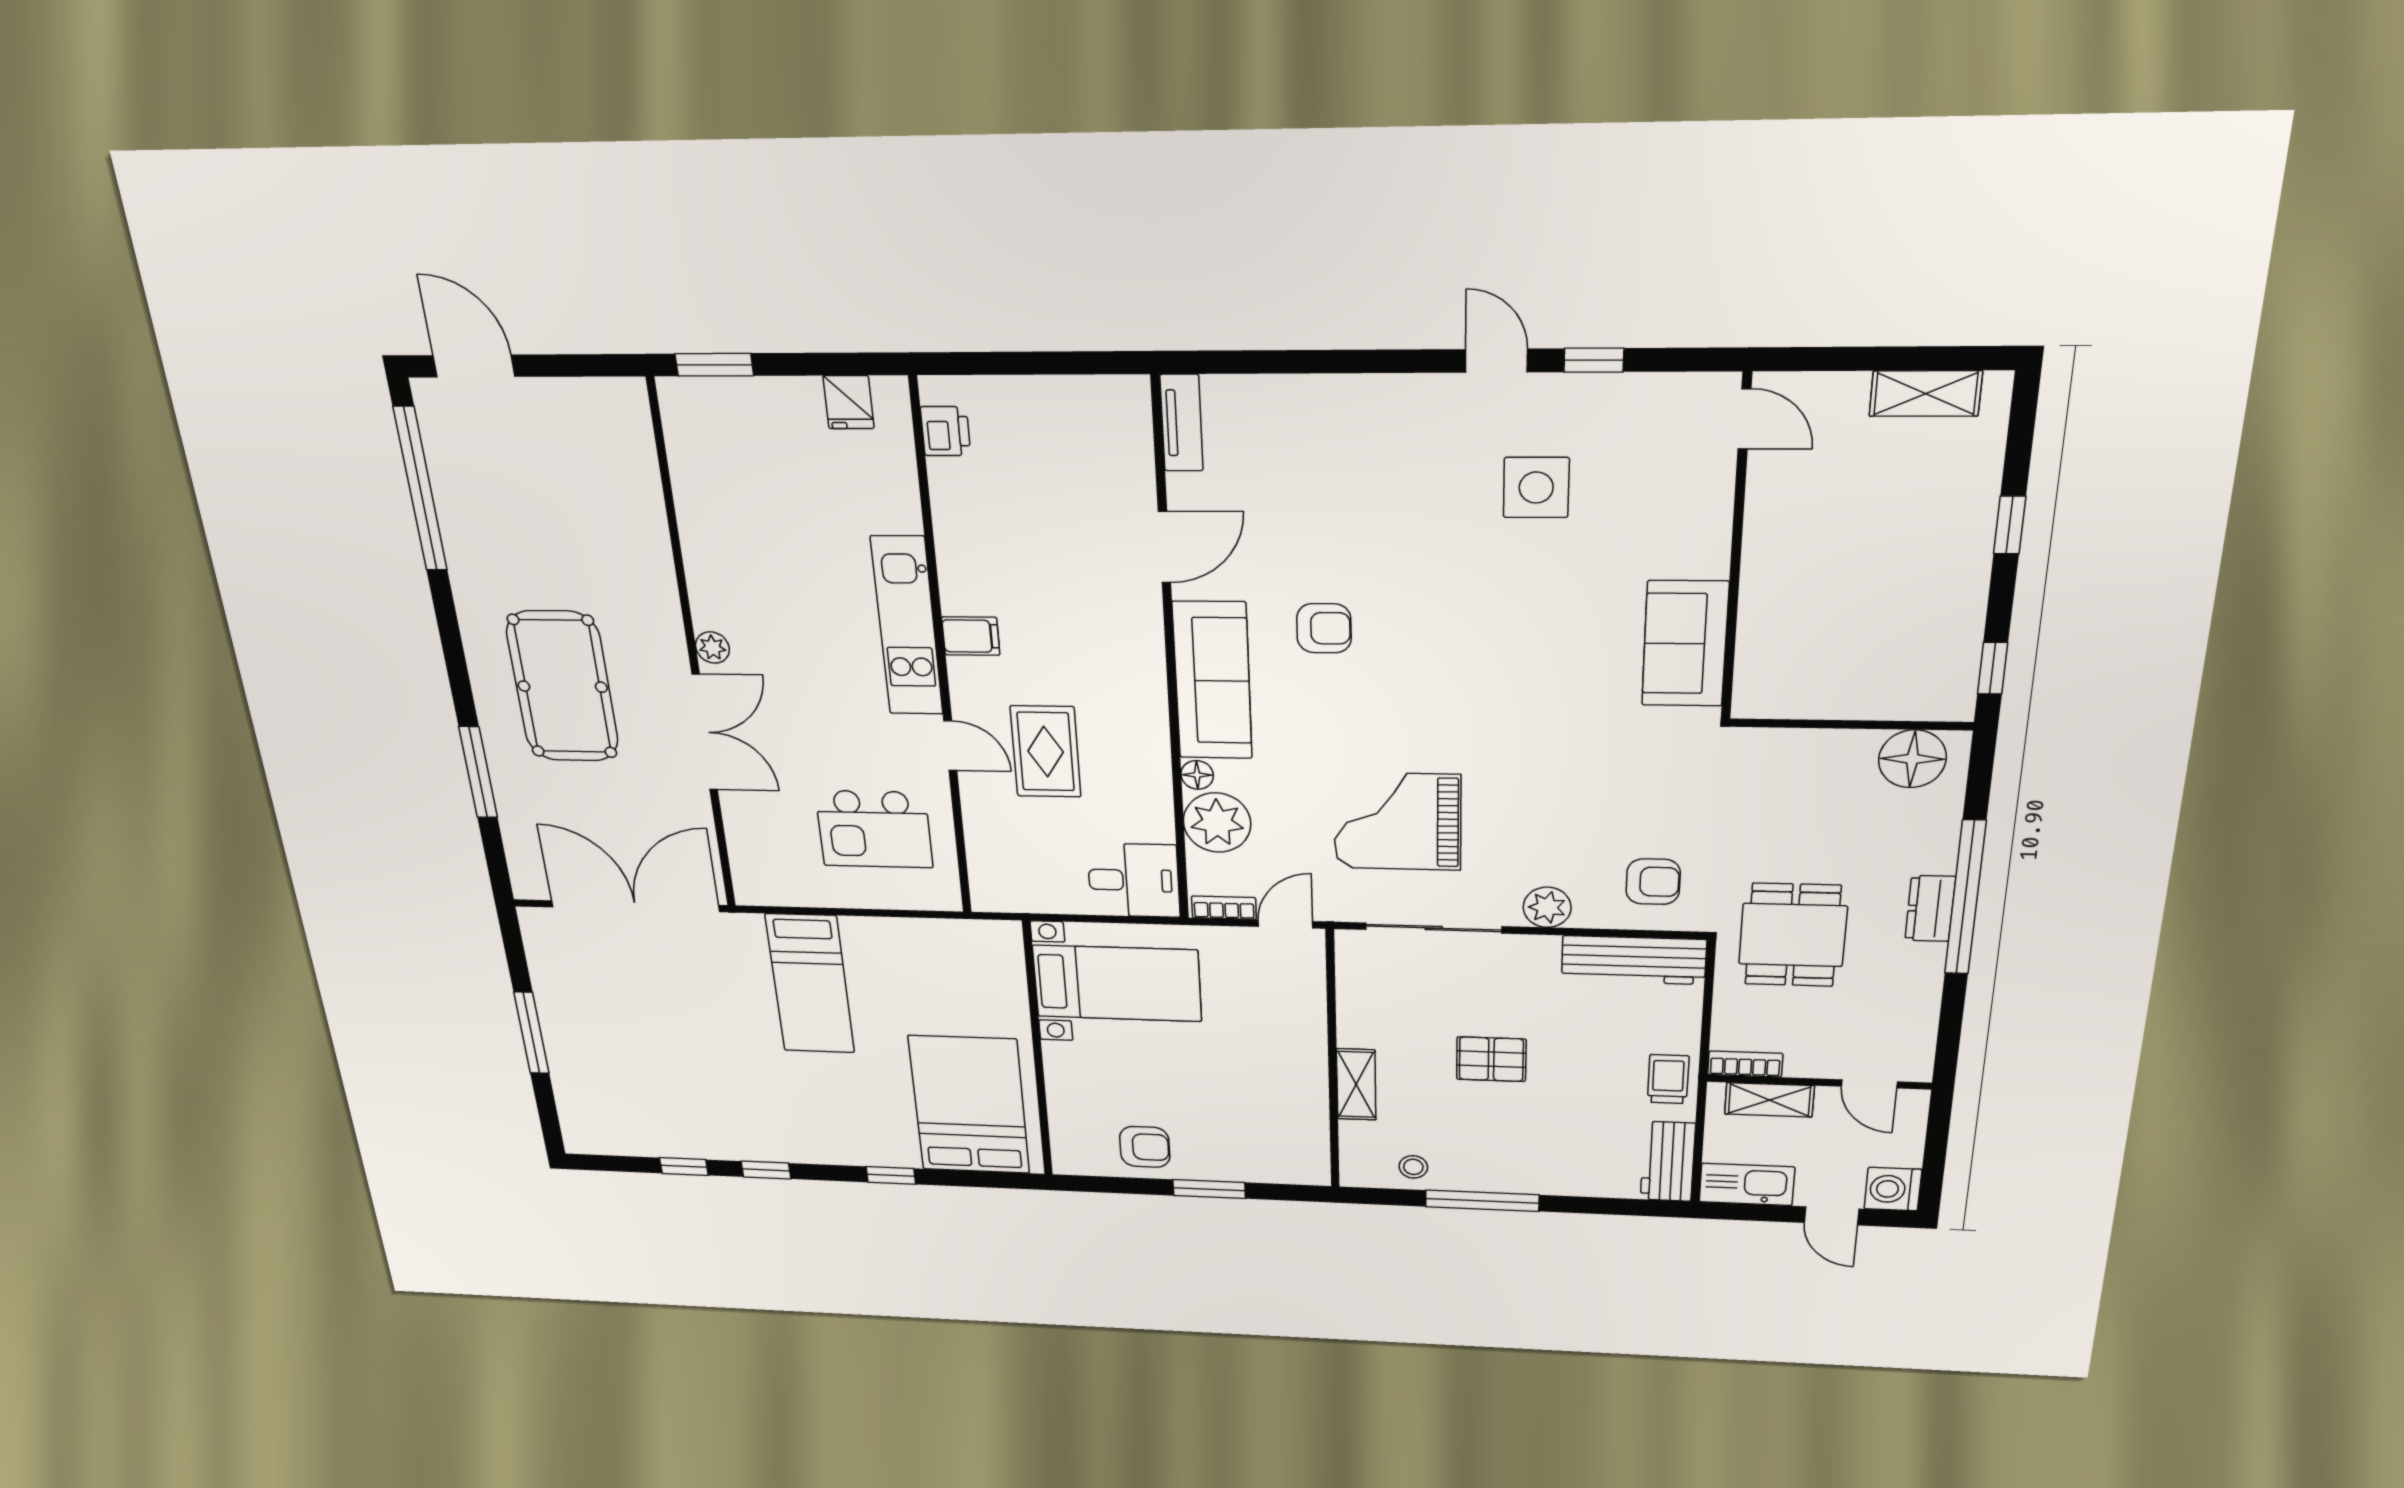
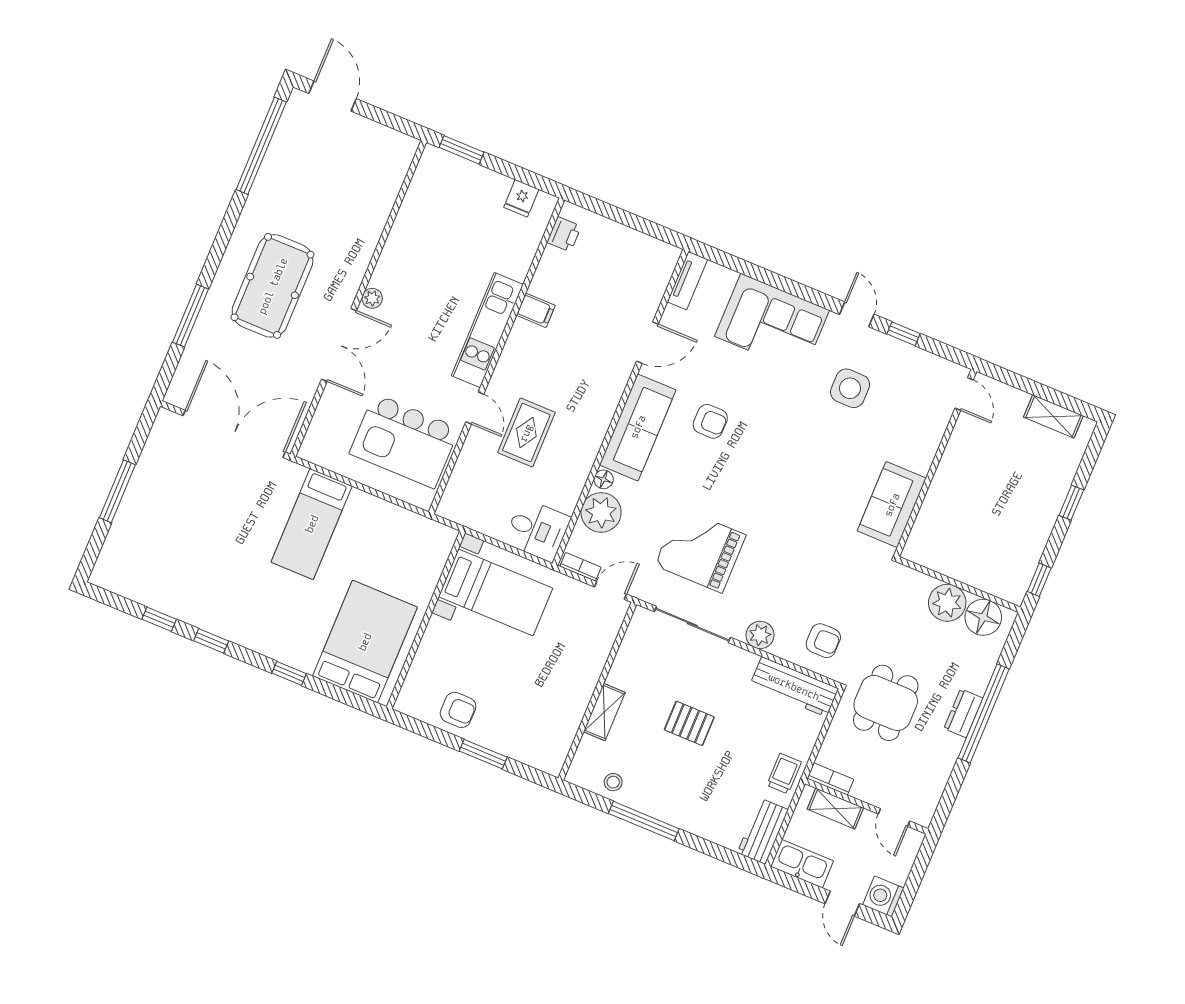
corner sofa: (1356, 434) -> (772, 323), added
filing cabinet: (971, 636) -> (536, 310), moved
plant: (1841, 758) -> (947, 603), added
kitchen island: (874, 829) -> (404, 441), width x1.37, depth x1.28

